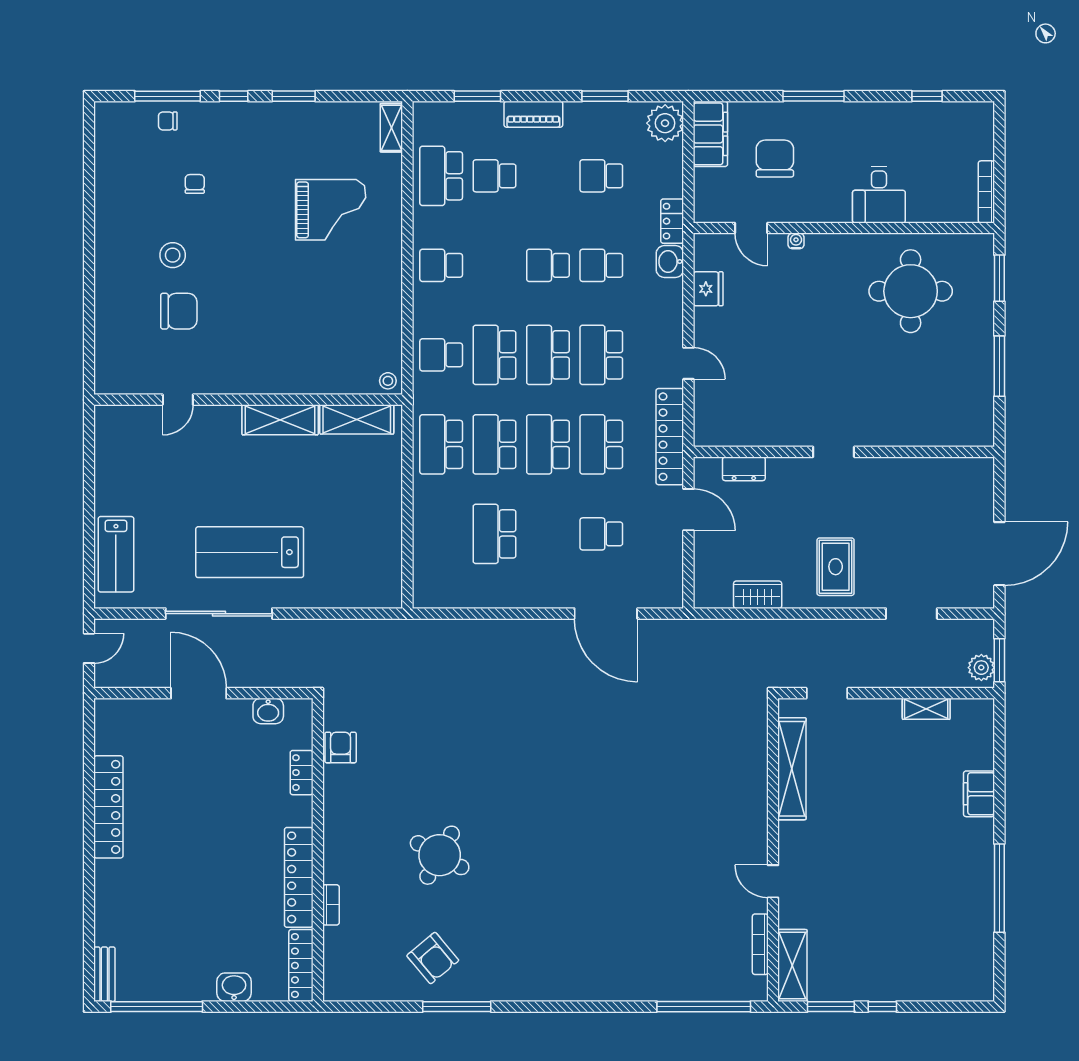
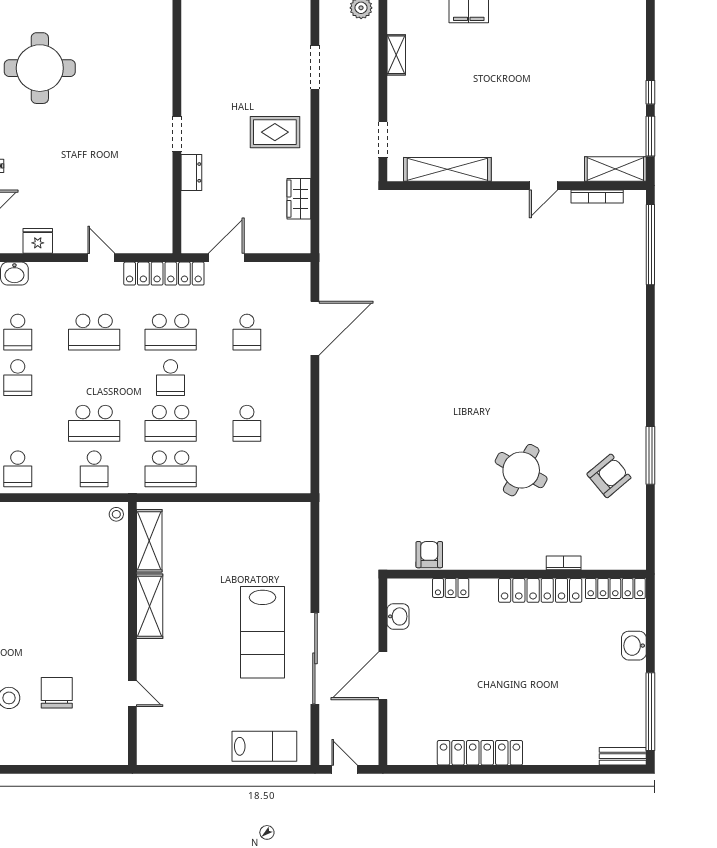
school desk: (548, 355) -> (94, 378), removed
door: (688, 363) -> (101, 258), hinge flipped
school desk: (548, 444) -> (171, 378), width x0.54
dresser: (744, 469) -> (191, 172), moved
school desk: (495, 534) -> (247, 423), width x0.54
armchair: (341, 747) -> (429, 555), turned 90

